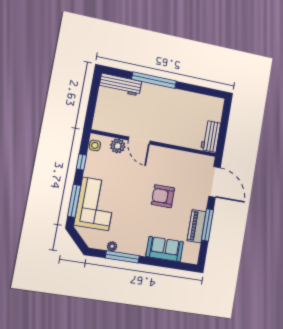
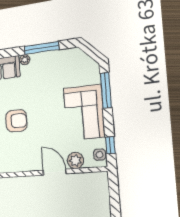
window: (81, 162) -> (110, 145), moved
corner sofa: (95, 204) -> (84, 112), moved
plant: (112, 246) -> (25, 60), moved

